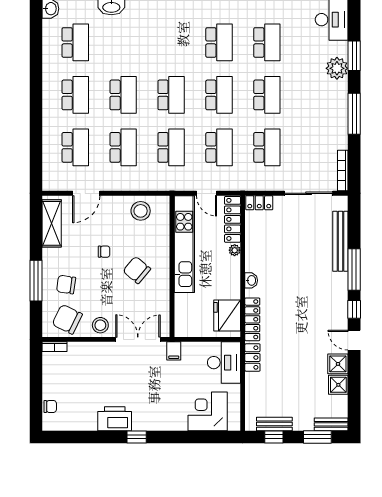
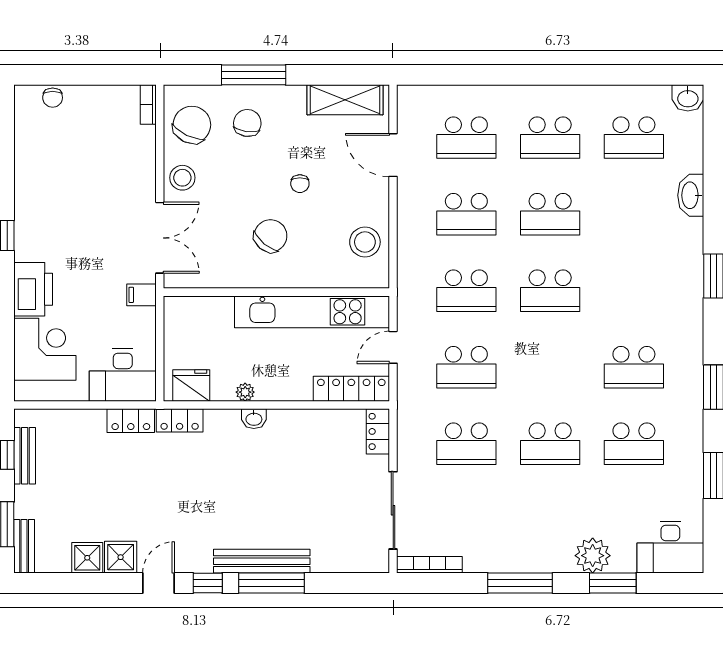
school desk: (219, 95) -> (550, 367), removed
bench: (340, 241) -> (262, 561), moved
plant: (235, 250) -> (245, 392), moved
fridge: (227, 316) -> (191, 385), width x0.73, depth x0.75
locker: (252, 319) -> (180, 420), width x0.66
printer: (115, 419) -> (33, 289), moved

